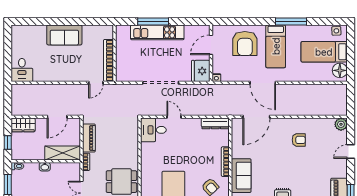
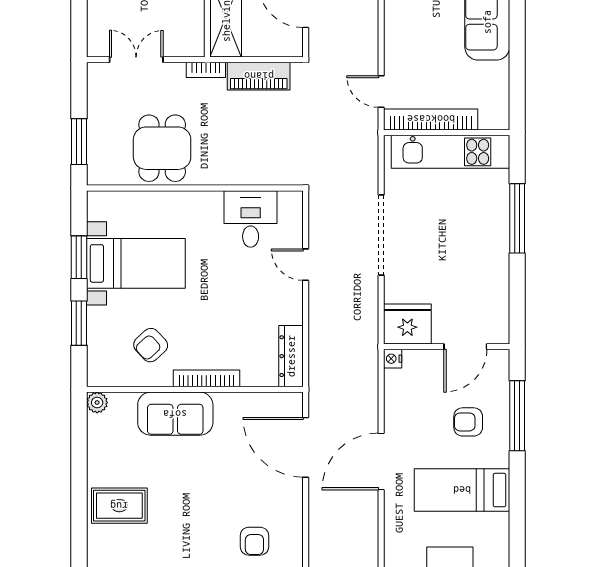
window: (291, 21) -> (517, 416), moved
kitchen unit: (157, 32) -> (450, 152), moved, turned -90
armchair: (245, 44) -> (468, 422), width x0.53, depth x0.53
door: (211, 45) -> (465, 347), swing flipped
door: (174, 117) -> (306, 265), swing flipped
desk: (153, 130) -> (251, 219), moved

